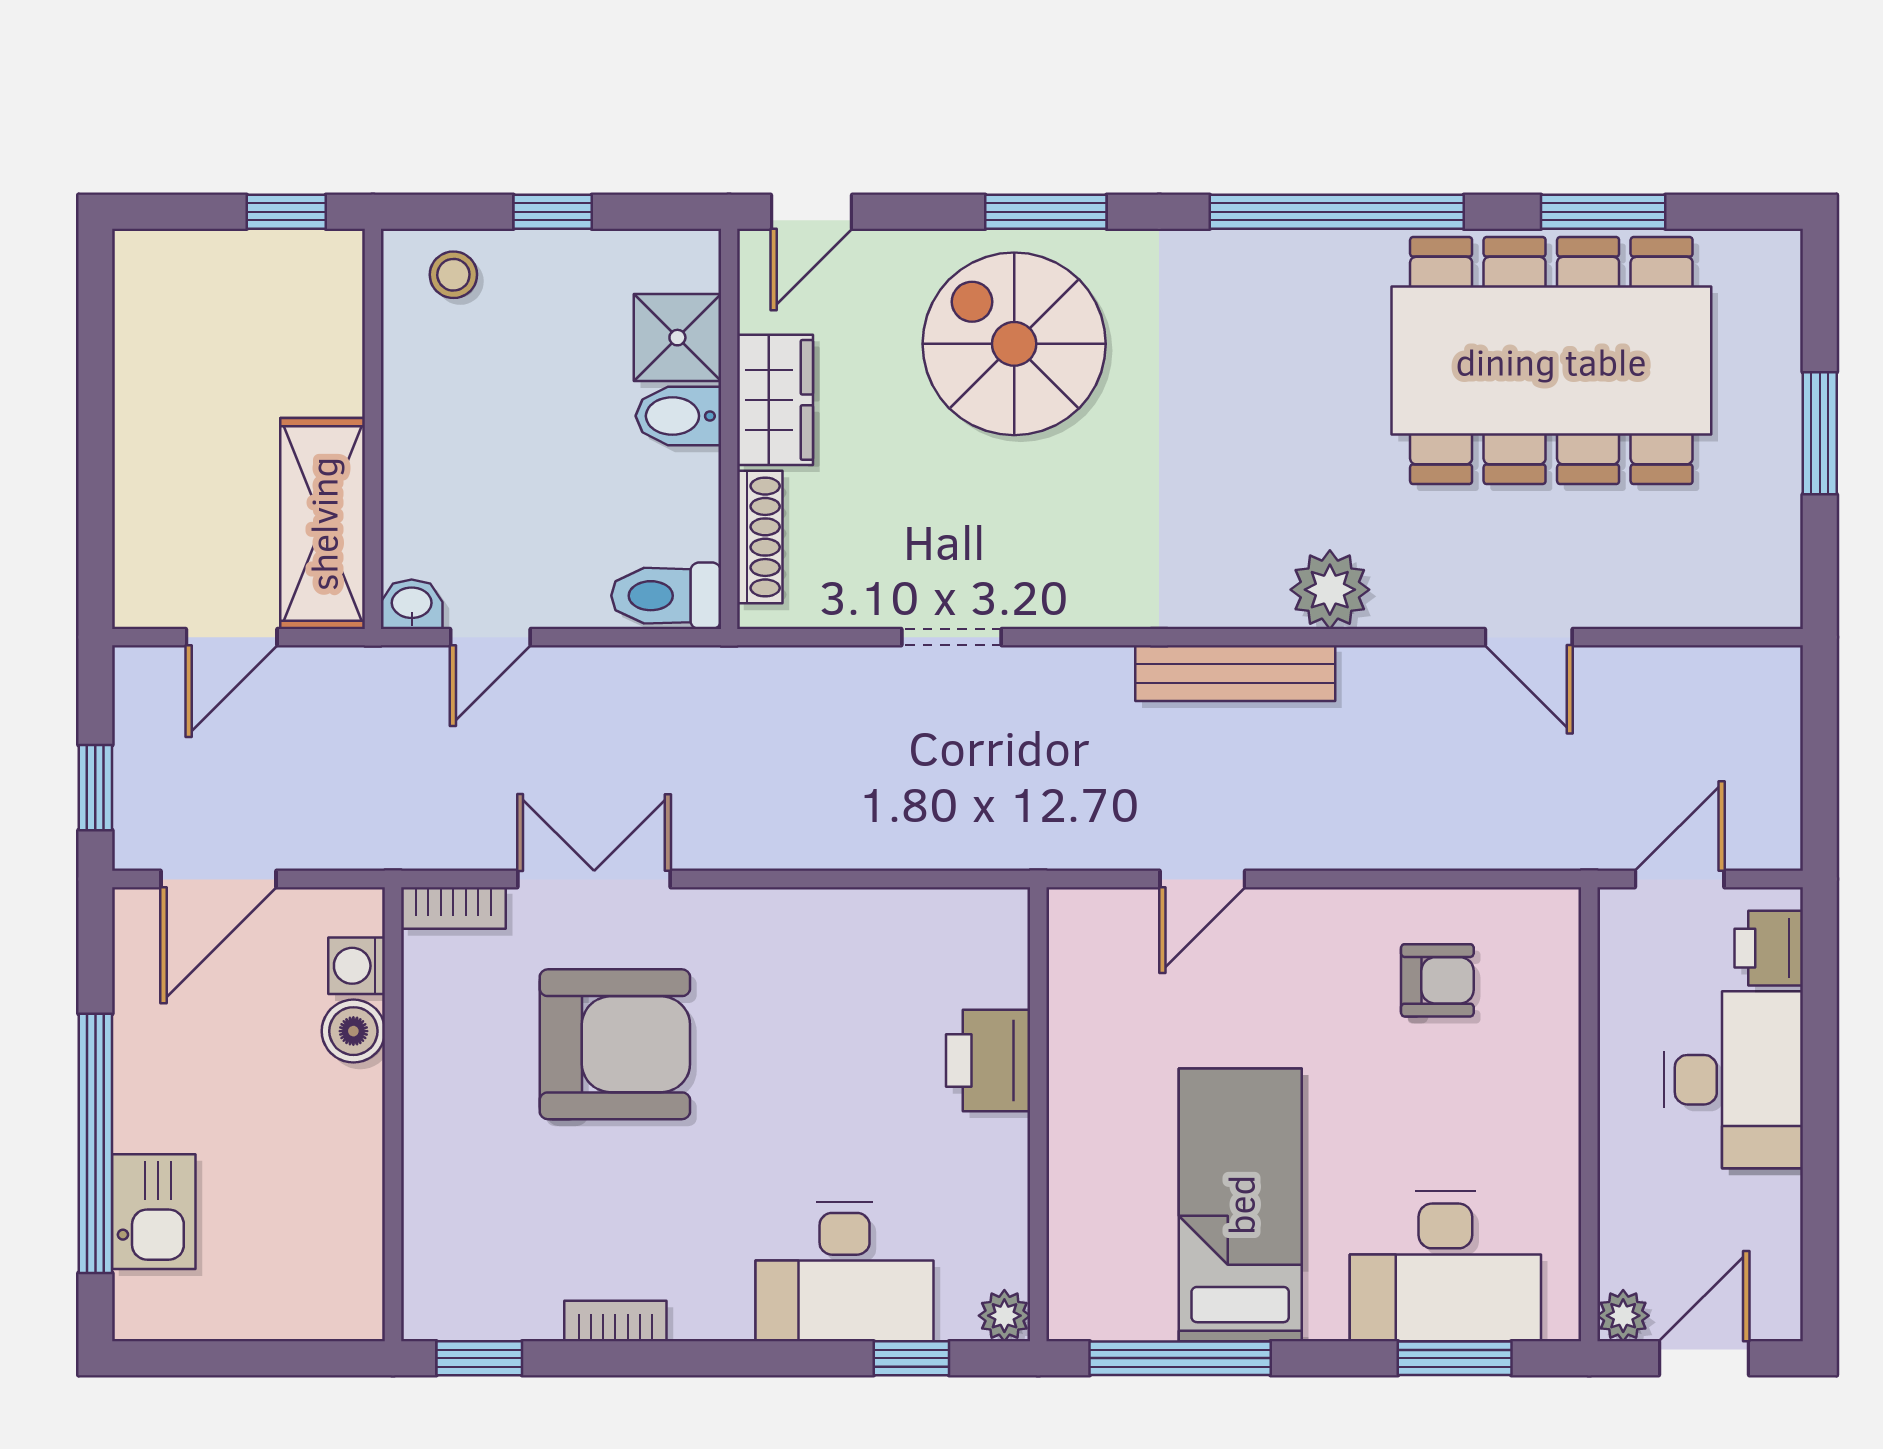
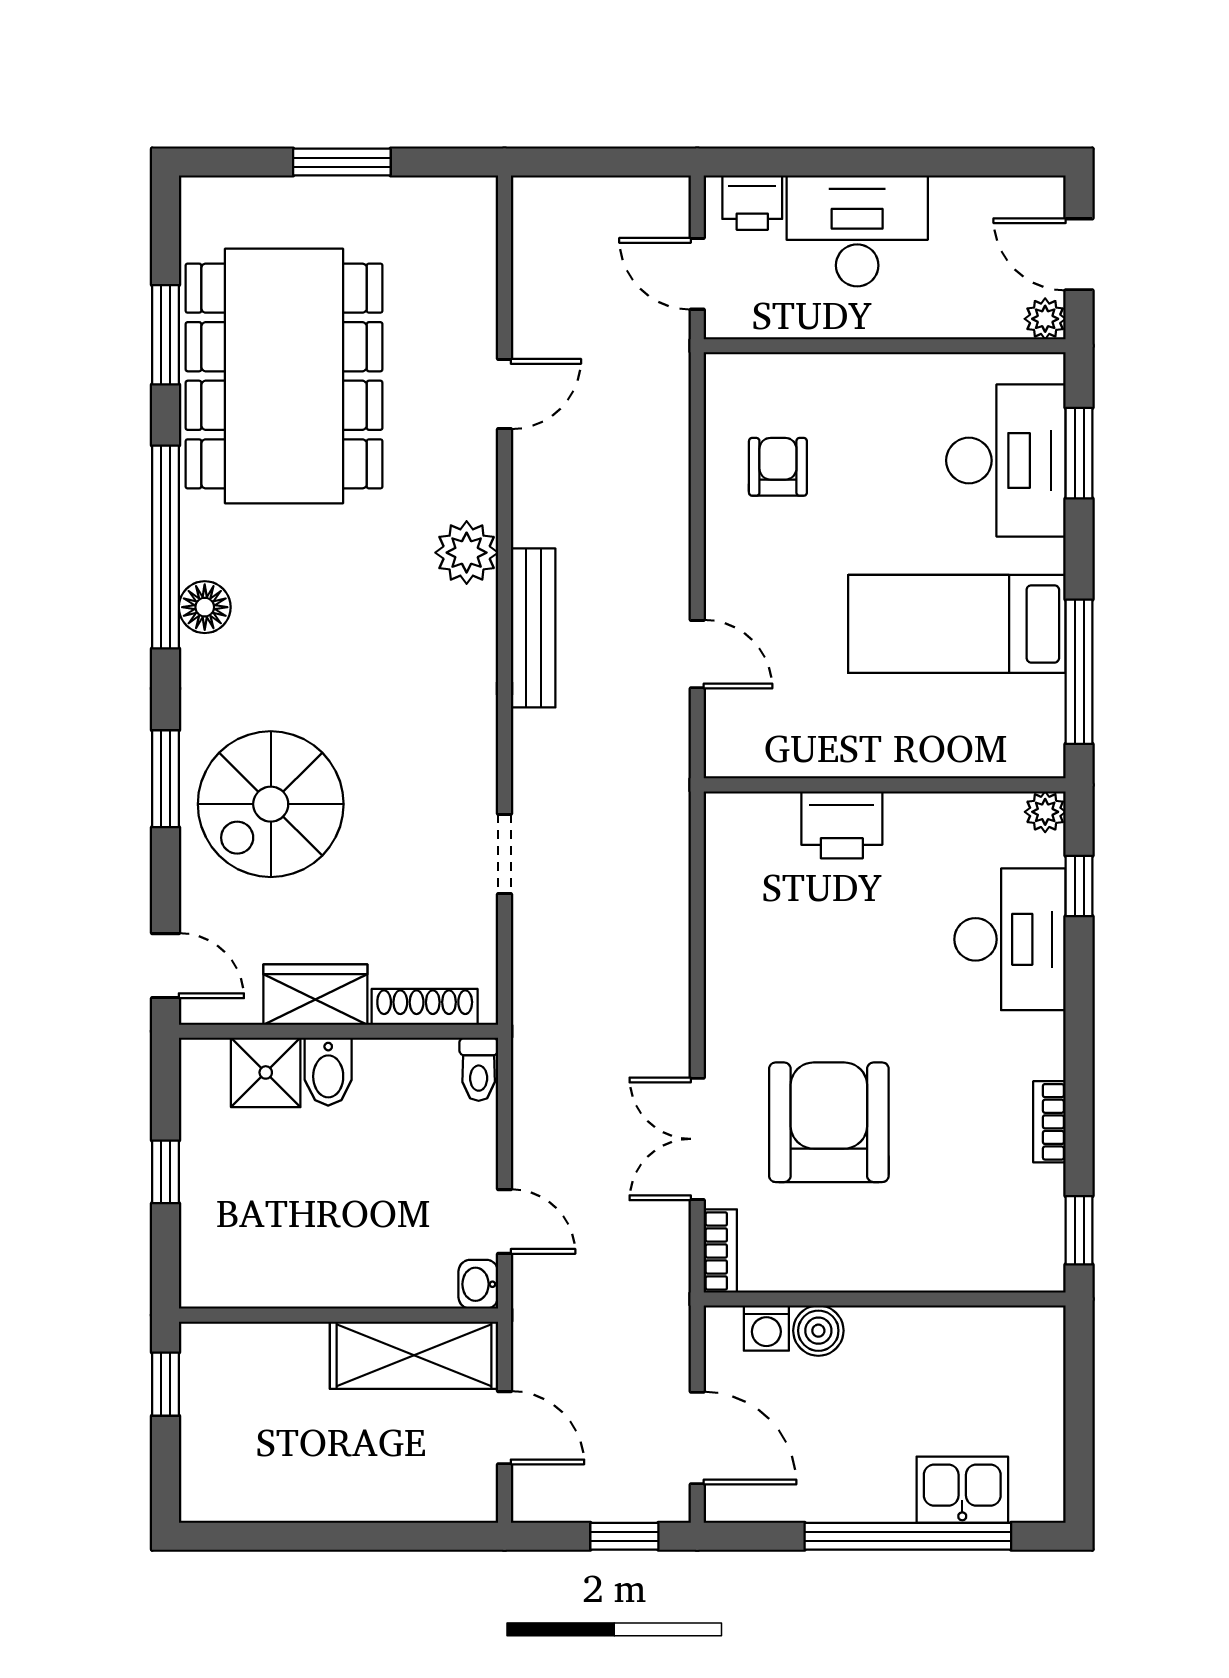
floor lamp: (1261, 261) -> (205, 607), added
stool: (453, 275) -> (216, 1251), removed
toilet: (666, 596) -> (479, 1069), width x0.73, depth x0.72

